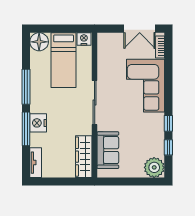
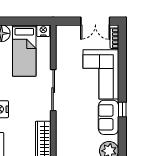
window: (168, 147) -> (122, 132), removed
sofa: (108, 150) -> (109, 117), moved, turned 180

